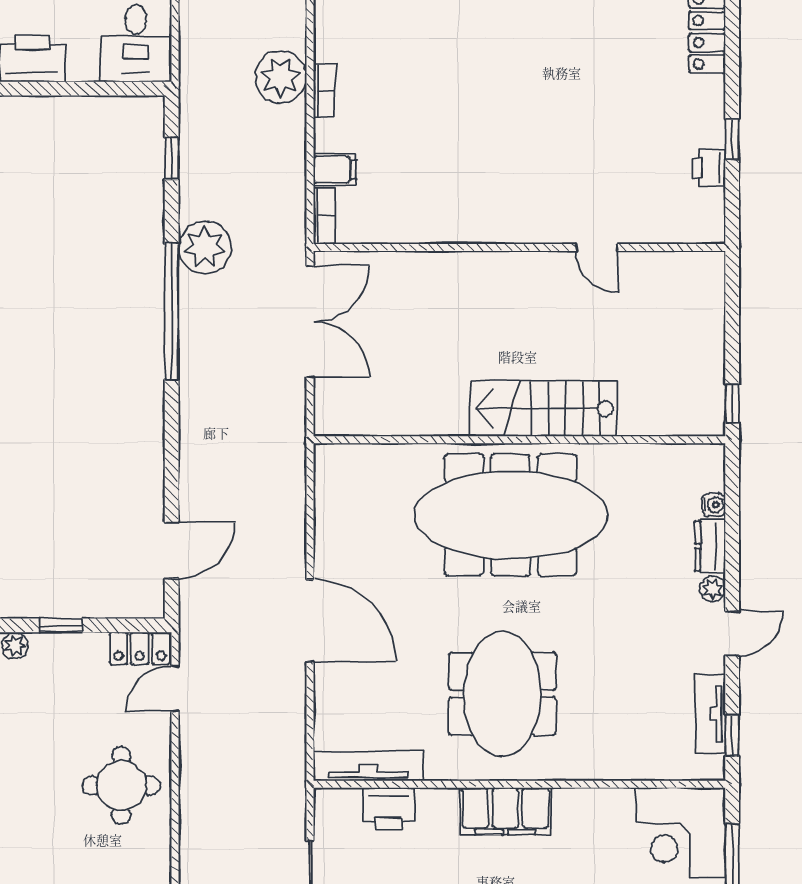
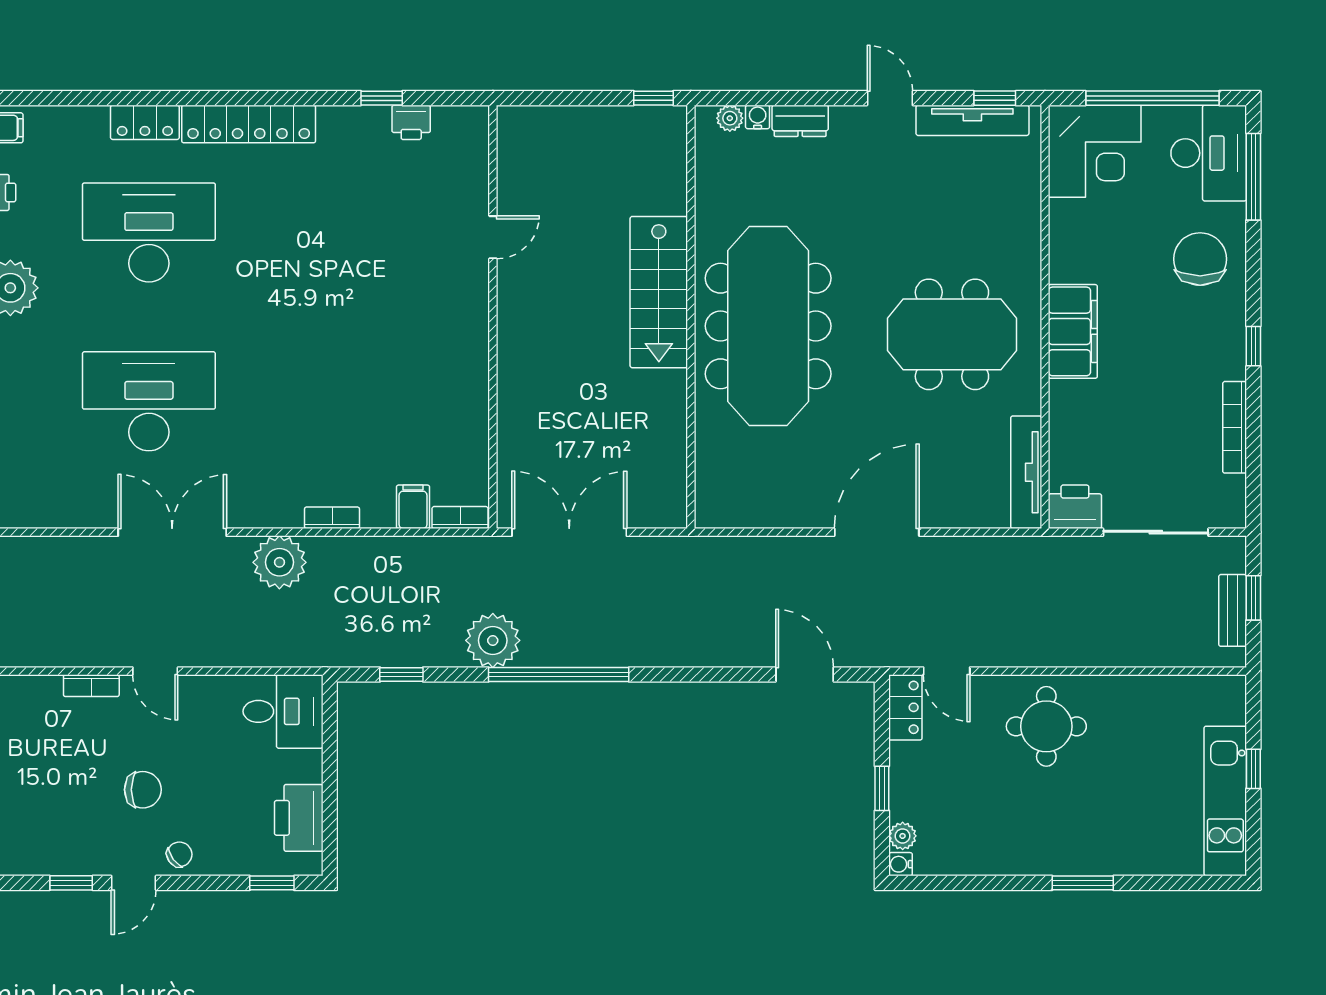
plant: (281, 77) -> (279, 562), moved
plant: (713, 589) -> (730, 118), moved
tv unit: (710, 714) -> (972, 120), width x1.41
printer: (389, 809) -> (1075, 507), moved, turned -90

